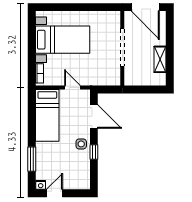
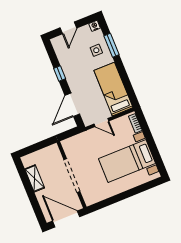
door: (94, 116) -> (72, 105), hinge flipped
side table: (81, 144) -> (96, 50), moved
door: (55, 193) -> (68, 28), moved

